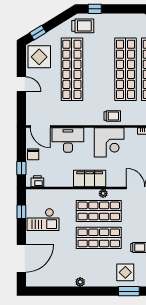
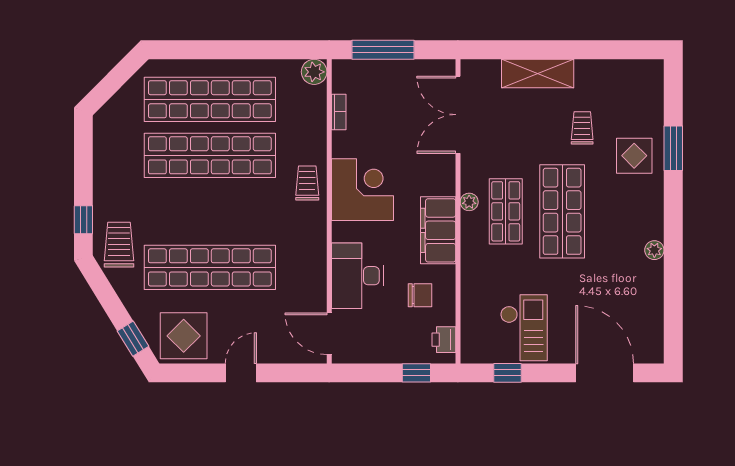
door: (40, 126) -> (329, 334), swing flipped
chair: (33, 154) -> (420, 295), moved
shop shelf: (99, 211) -> (506, 211), width x0.70, depth x0.74

